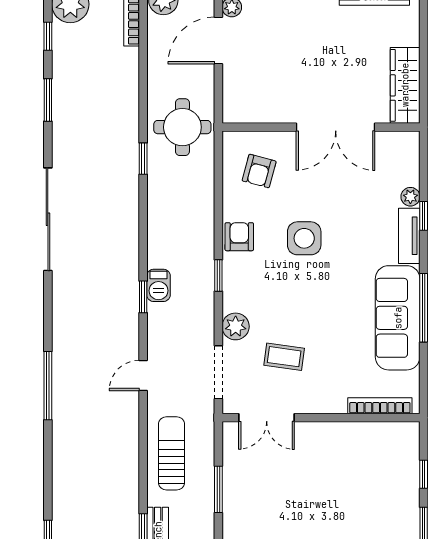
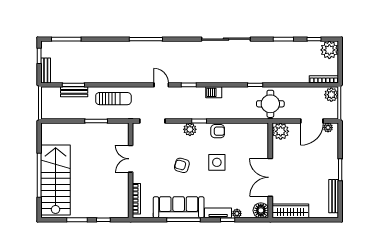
door: (218, 41) -> (312, 121), swing flipped
plant: (240, 106) -> (281, 131), added
floor lamp: (404, 147) -> (261, 210), added
armchair: (259, 171) -> (182, 165), moved
barbecue: (159, 285) -> (214, 92), moved
plant: (236, 326) -> (190, 129), moved
coffee table: (284, 357) -> (160, 153), removed
door: (143, 376) -> (161, 85), moved
double door: (267, 418) -> (131, 159), moved

